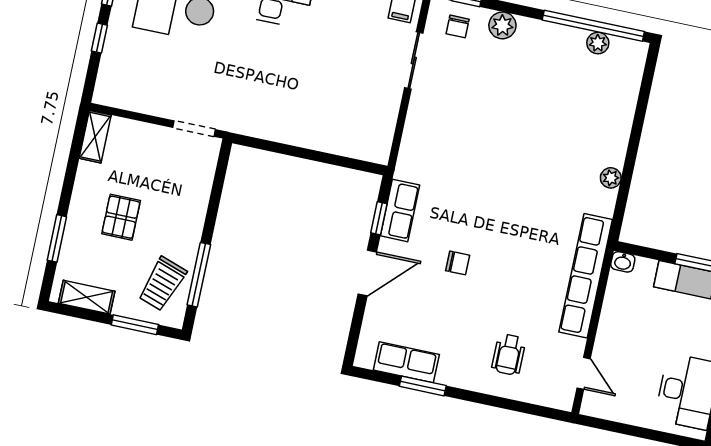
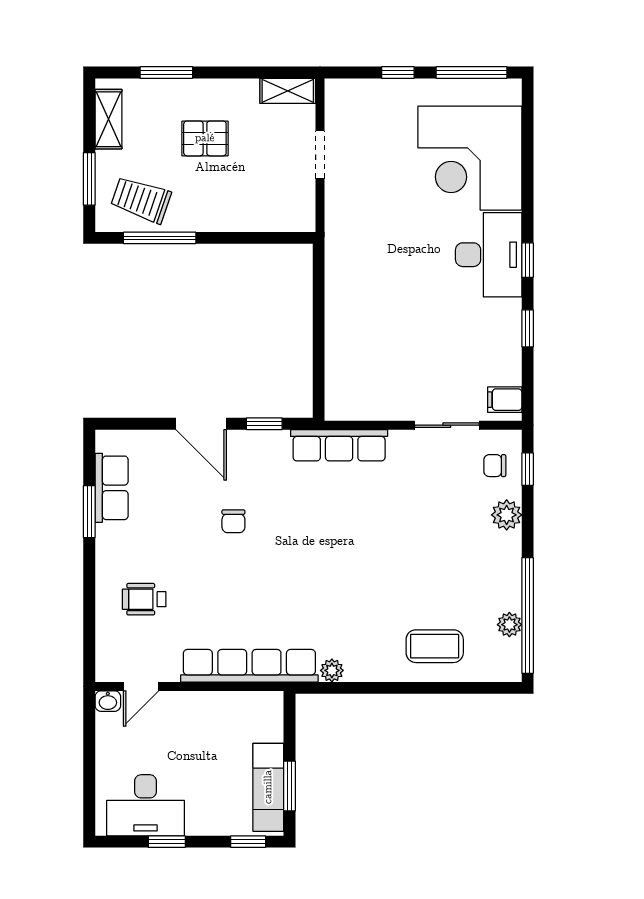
coffee table: (603, 112) -> (435, 646), added
doorway: (194, 129) -> (320, 155), moved
plant: (611, 178) -> (332, 670), moved
row of seats: (400, 210) -> (339, 445), moved, width x1.48
washbasin: (623, 262) -> (108, 701), moved, turned -90

